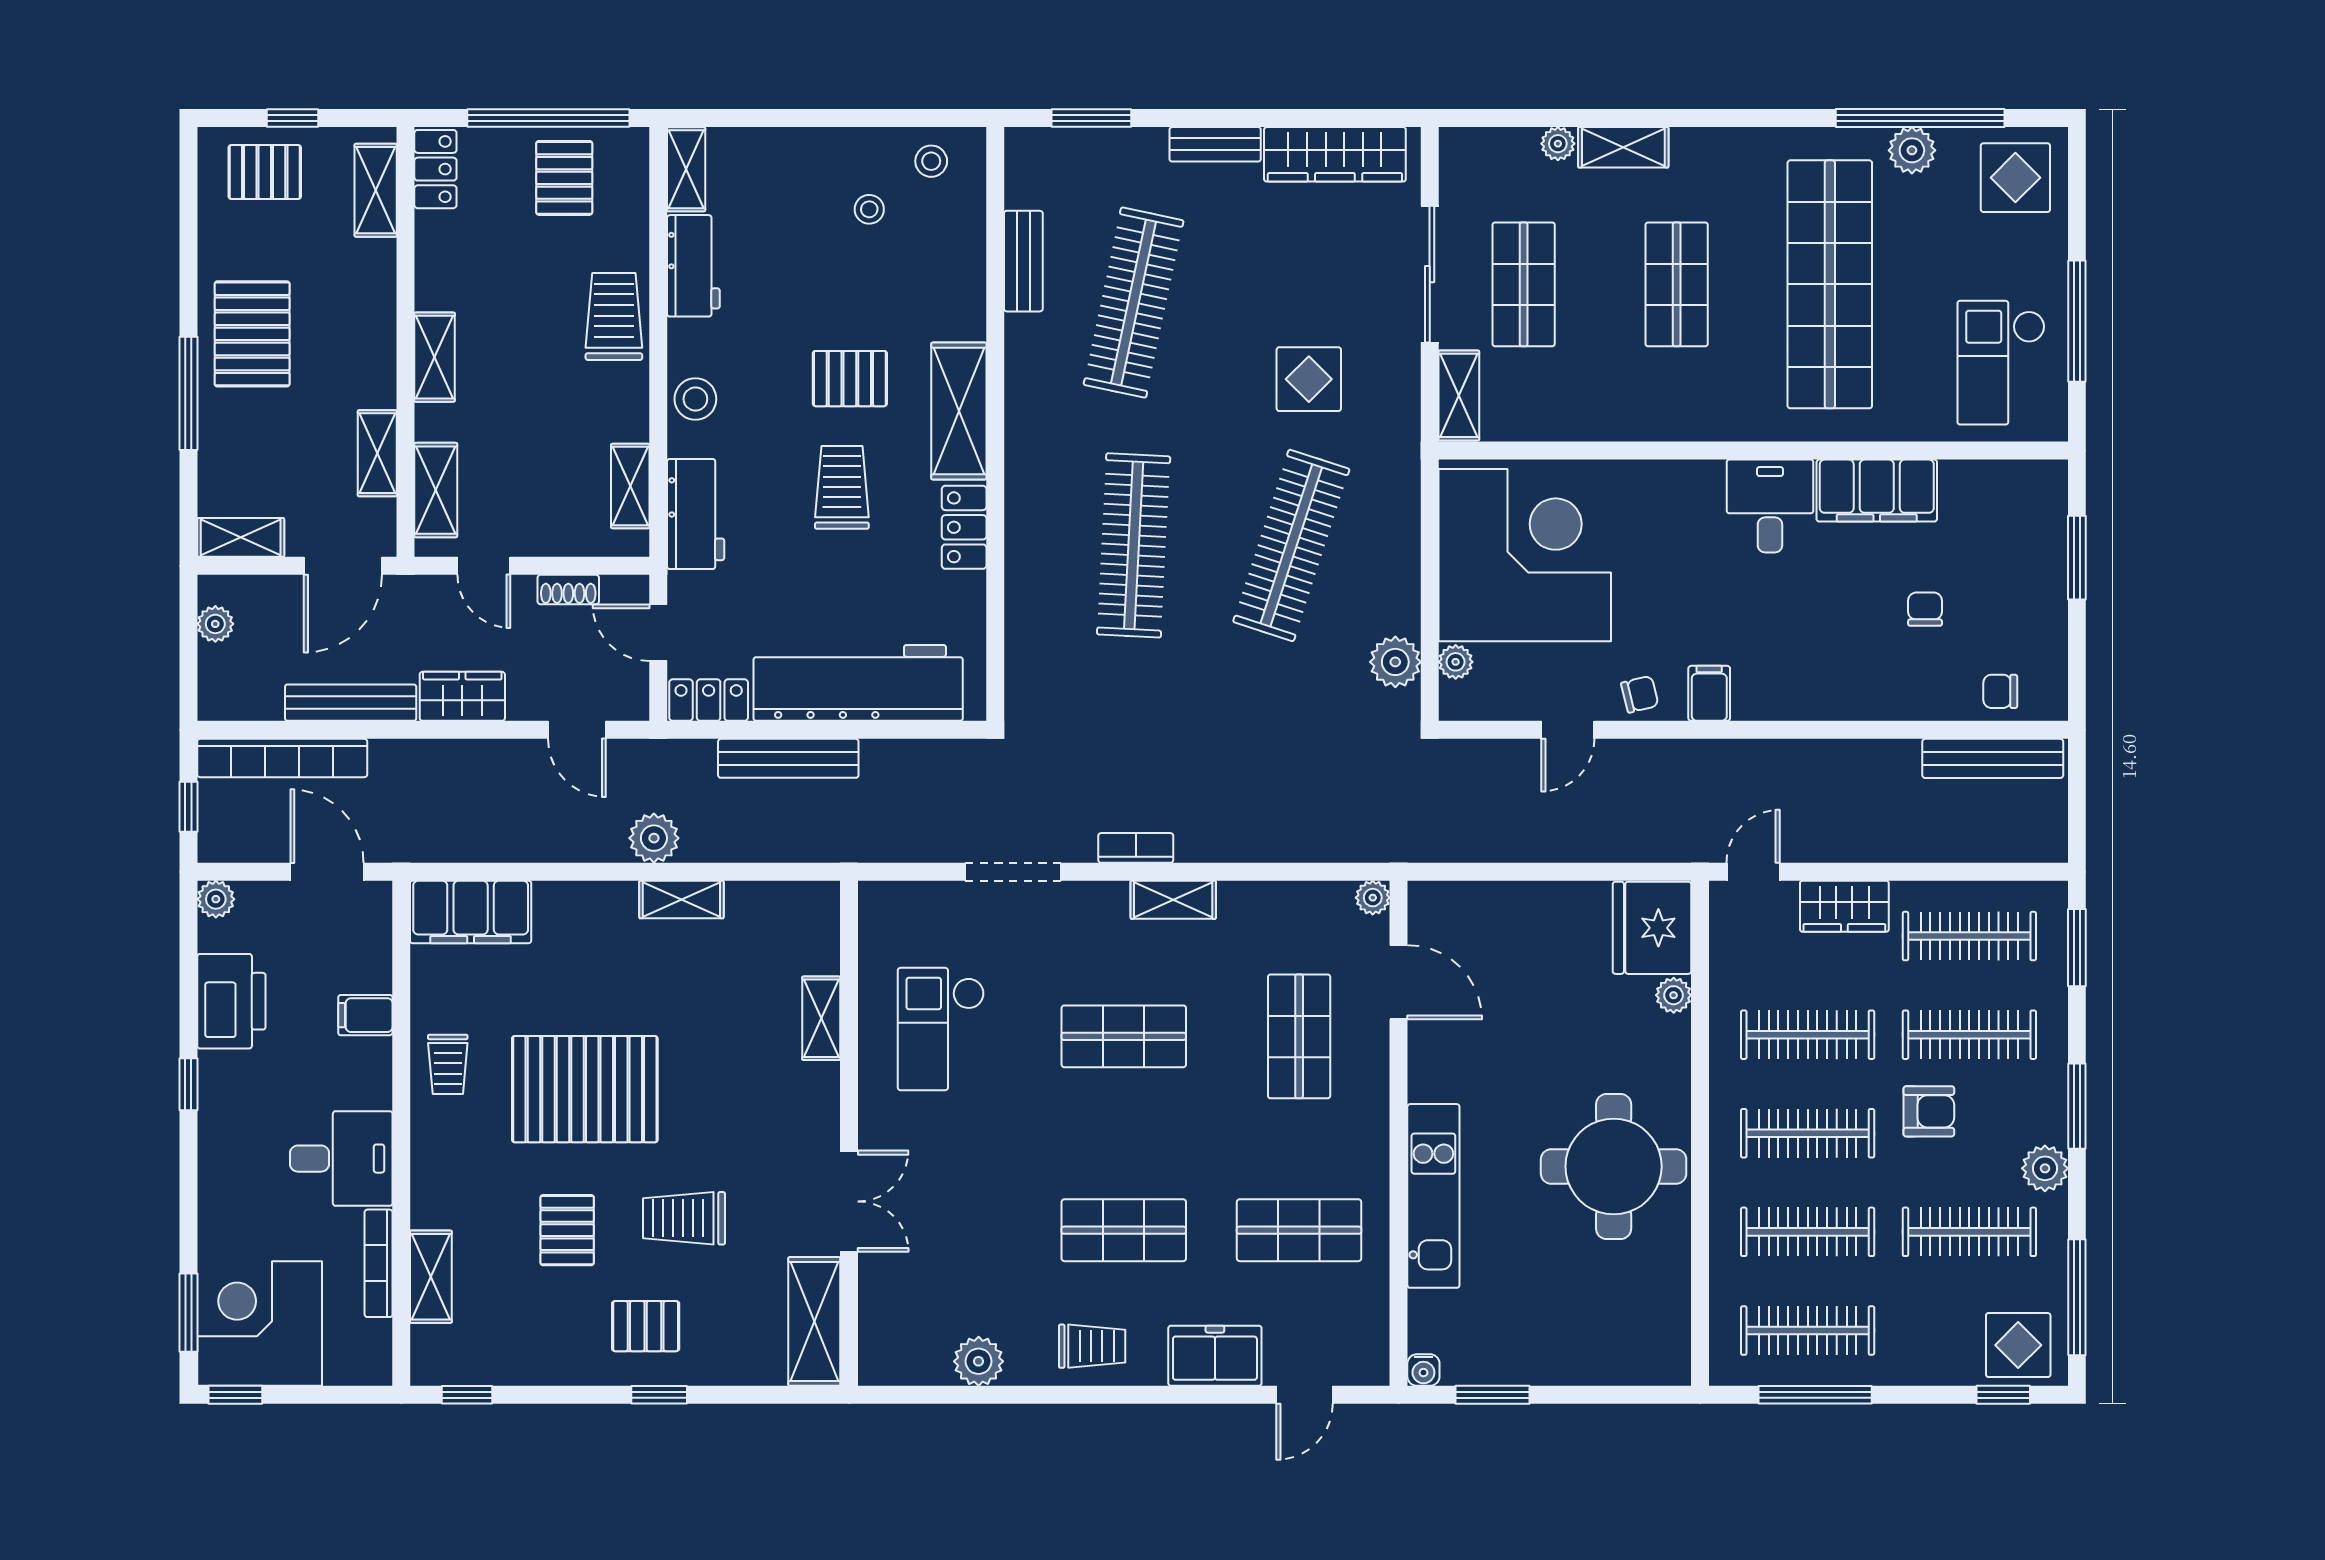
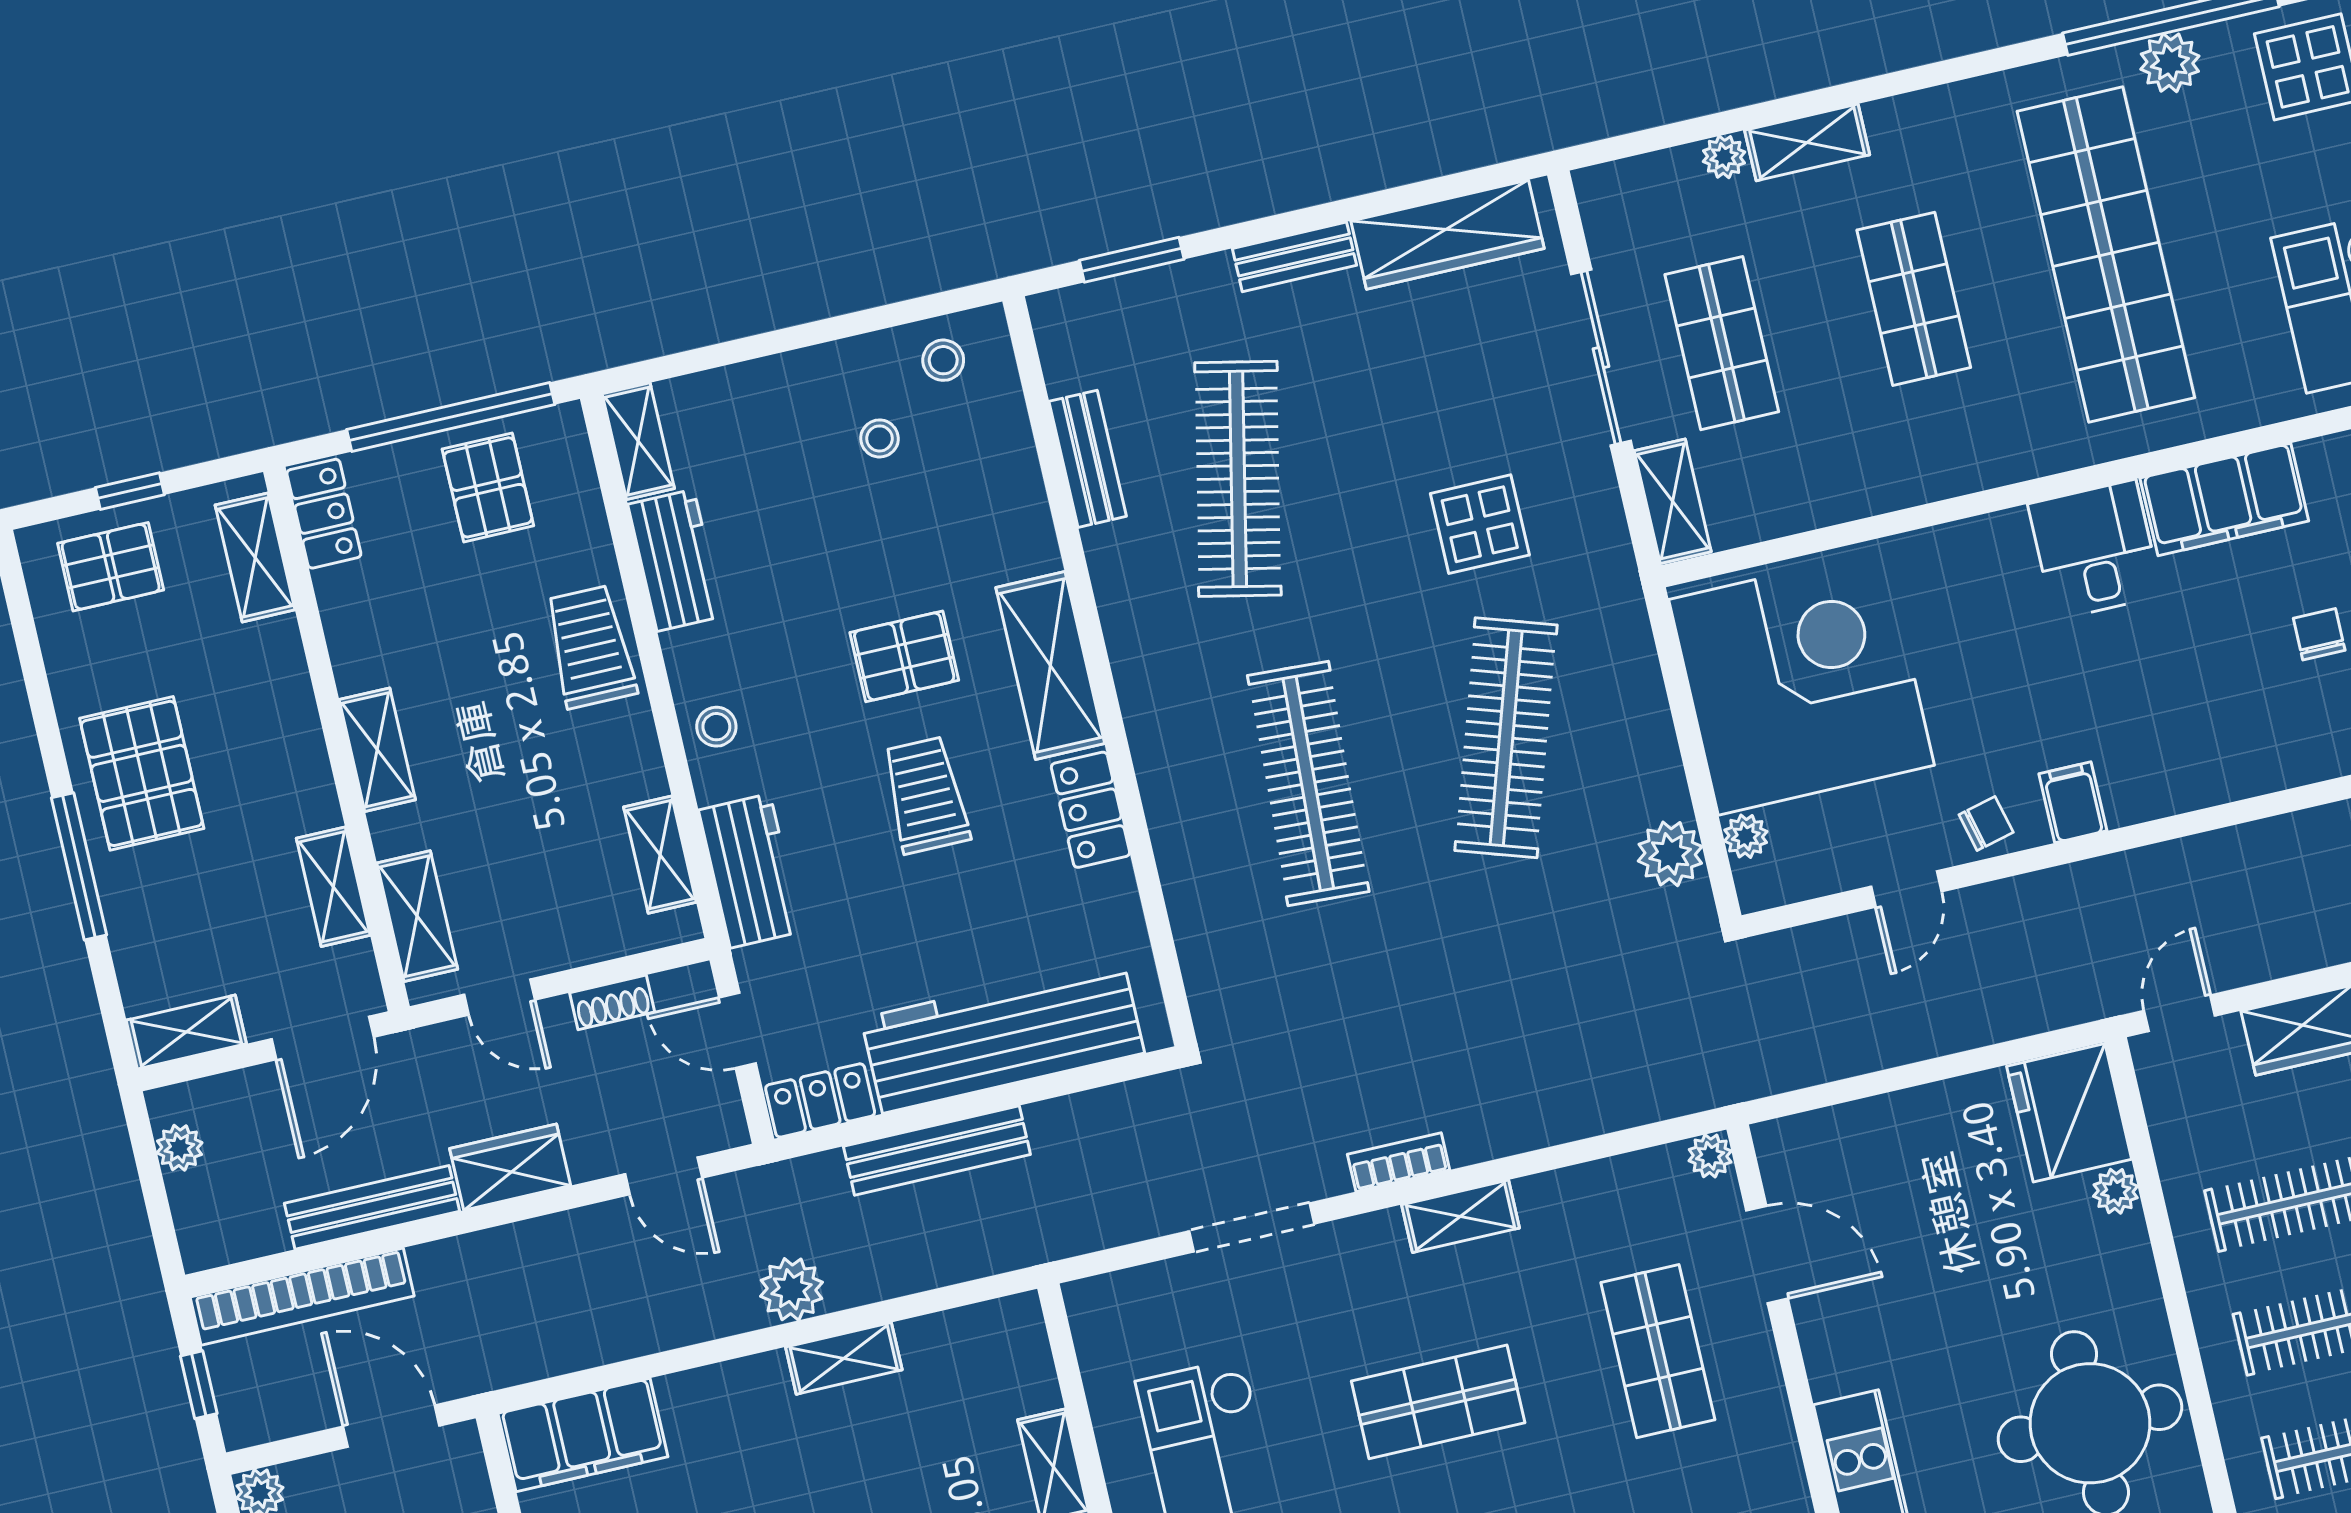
stool: (695, 399) -> (716, 727), width x0.73, depth x0.73

